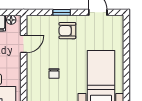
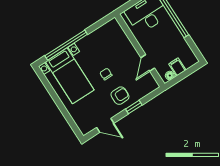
chair: (54, 73) -> (106, 74), moved

